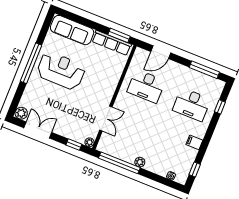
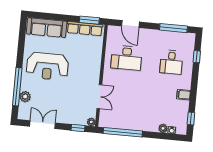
door: (161, 52) -> (130, 24), hinge flipped
window: (31, 63) -> (17, 87), moved
reception desk: (61, 71) -> (47, 66), turned 180
desk: (192, 105) -> (171, 62), width x0.73
plant: (21, 113) -> (25, 97), moved
plant: (140, 162) -> (163, 128), moved

